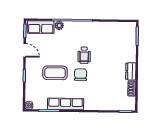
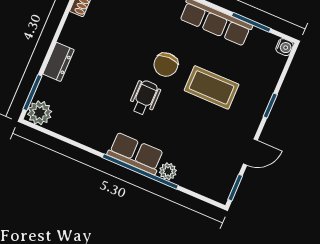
row of seats: (41, 27) -> (136, 153), moved
plant: (130, 28) -> (40, 113), added
door: (25, 50) -> (250, 152), swing flipped
dresser: (131, 71) -> (59, 62), moved

